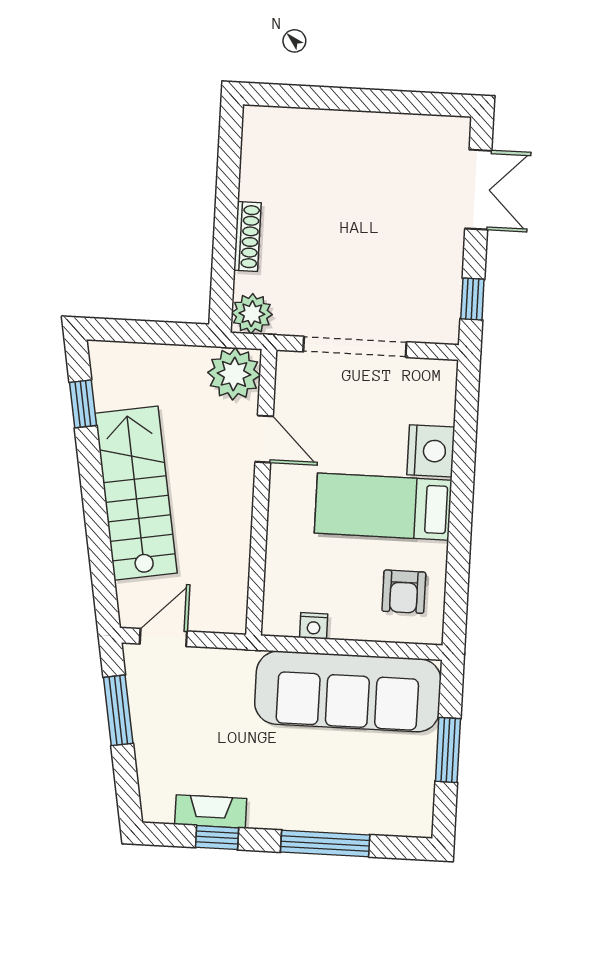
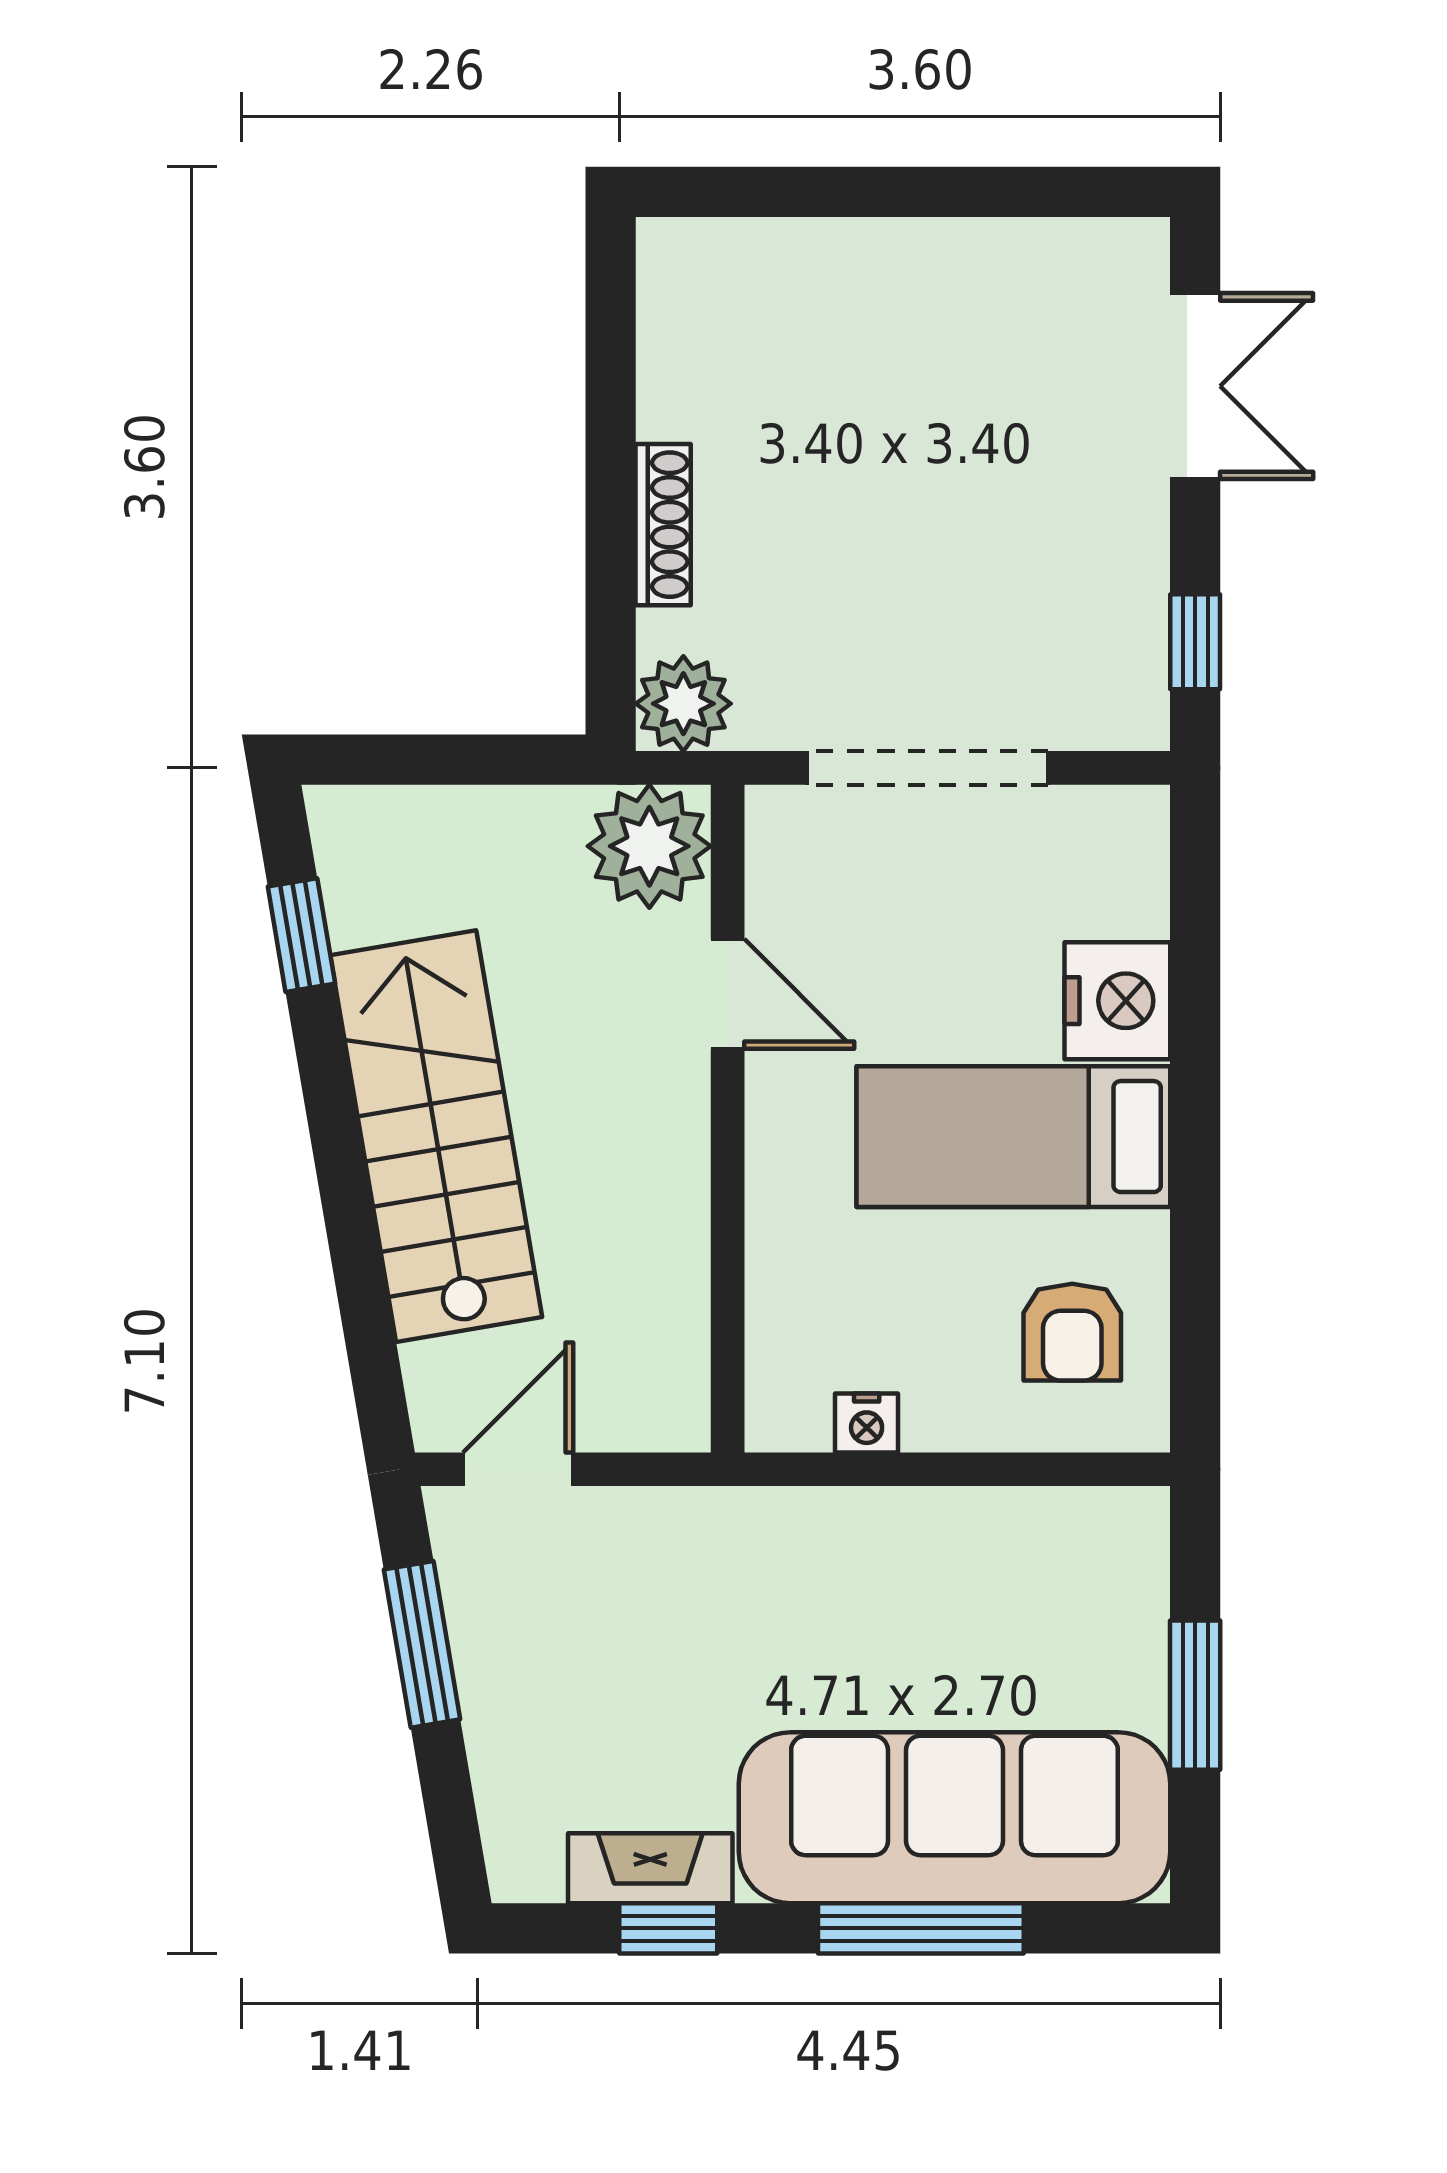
sofa: (348, 691) -> (954, 1818), moved, turned 180

